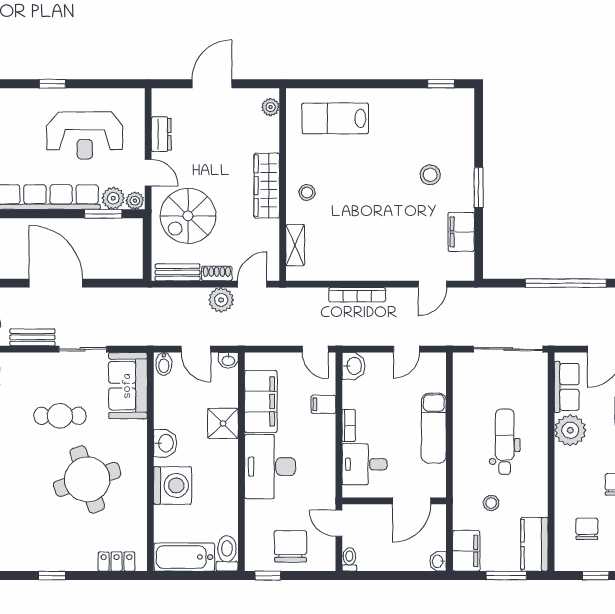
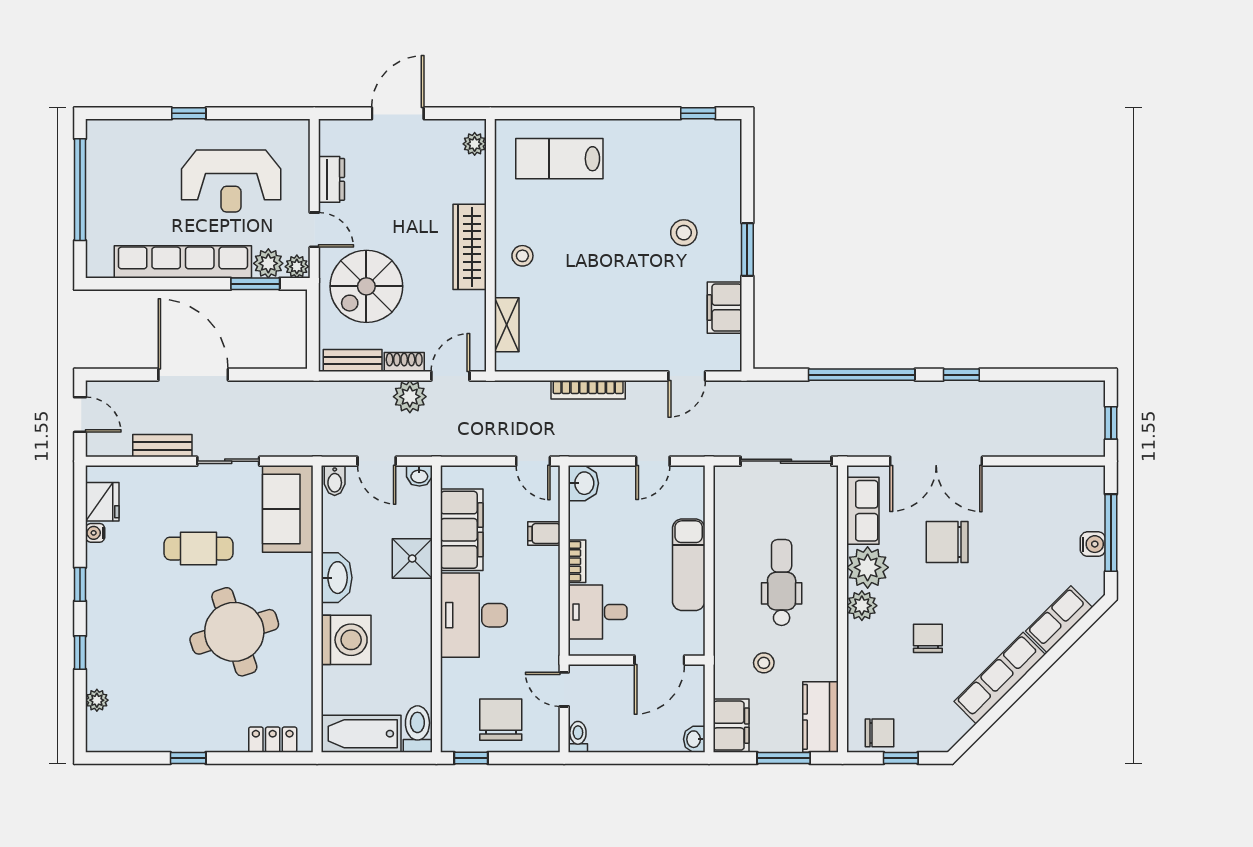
washbasin: (165, 443) -> (337, 578), width x1.38
plant: (566, 459) -> (862, 606), added
chair: (587, 529) -> (879, 733), moved, turned 90

